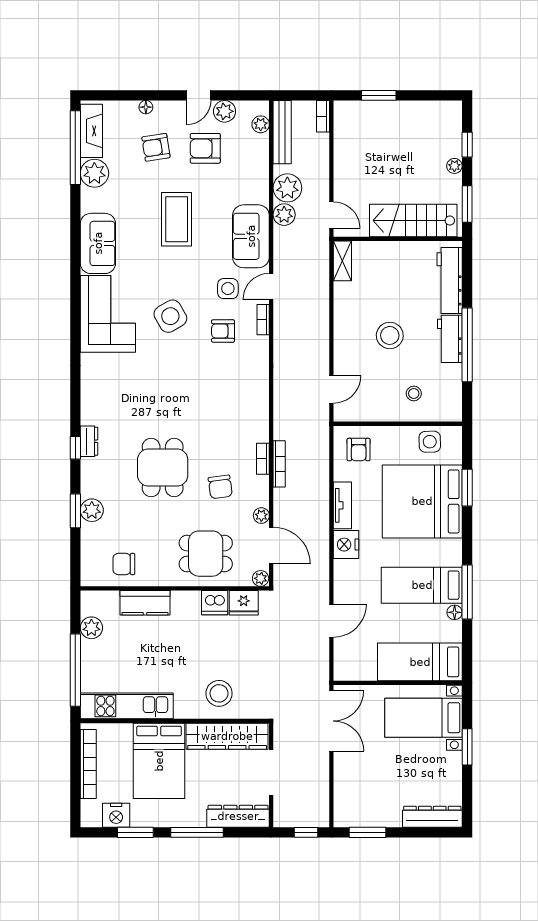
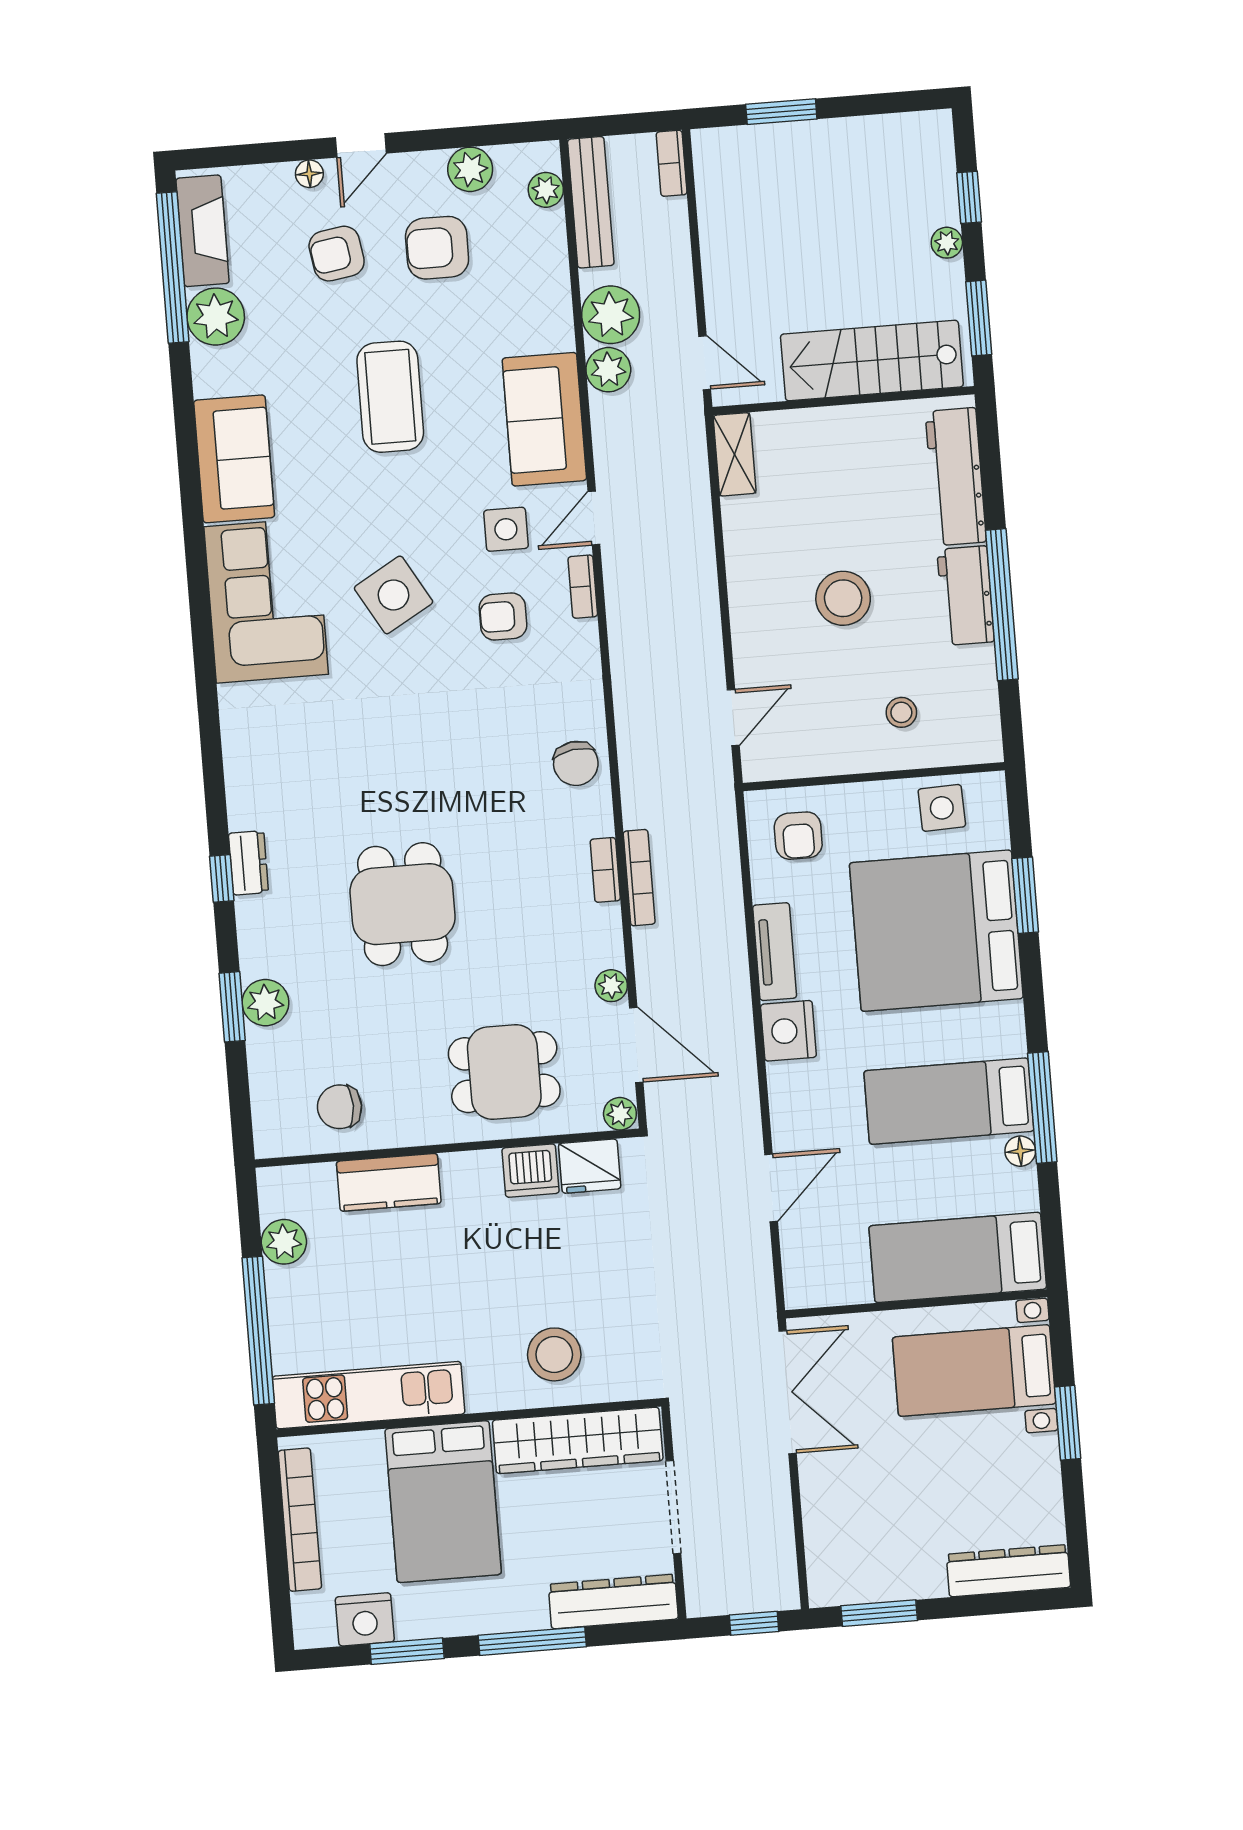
door: (199, 95) -> (361, 145), moved
chair: (220, 487) -> (576, 763), moved

